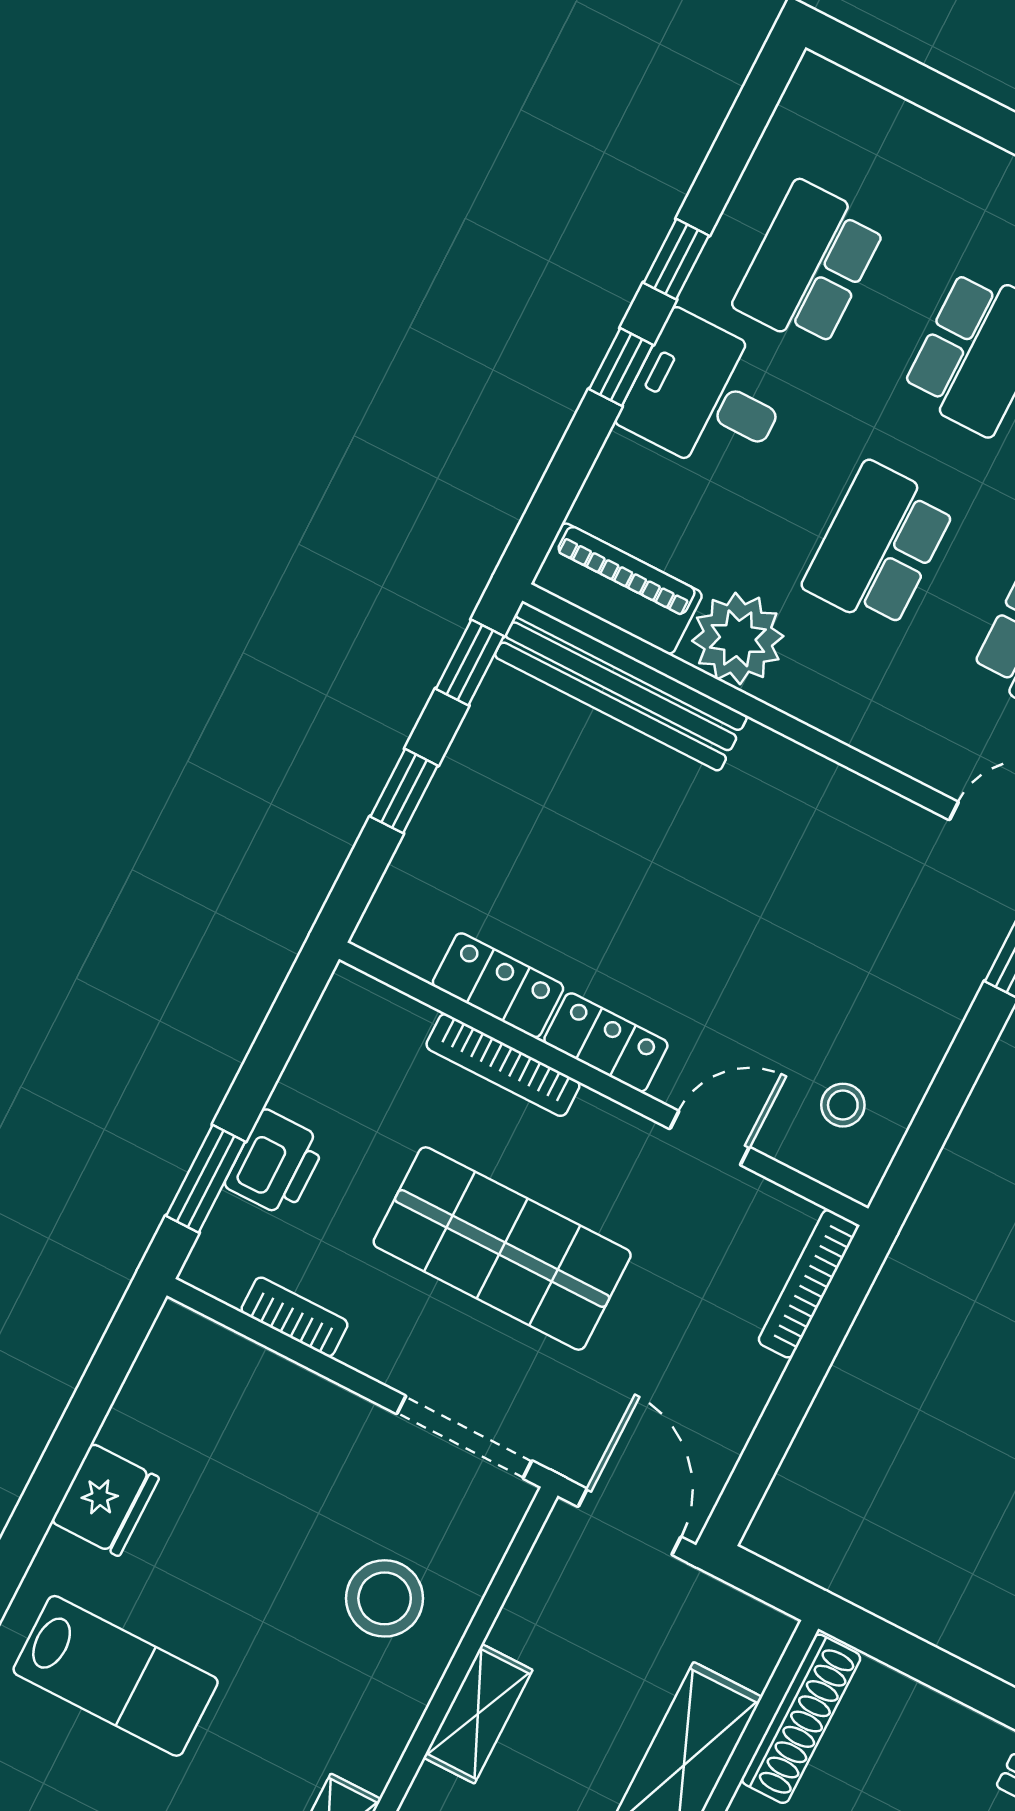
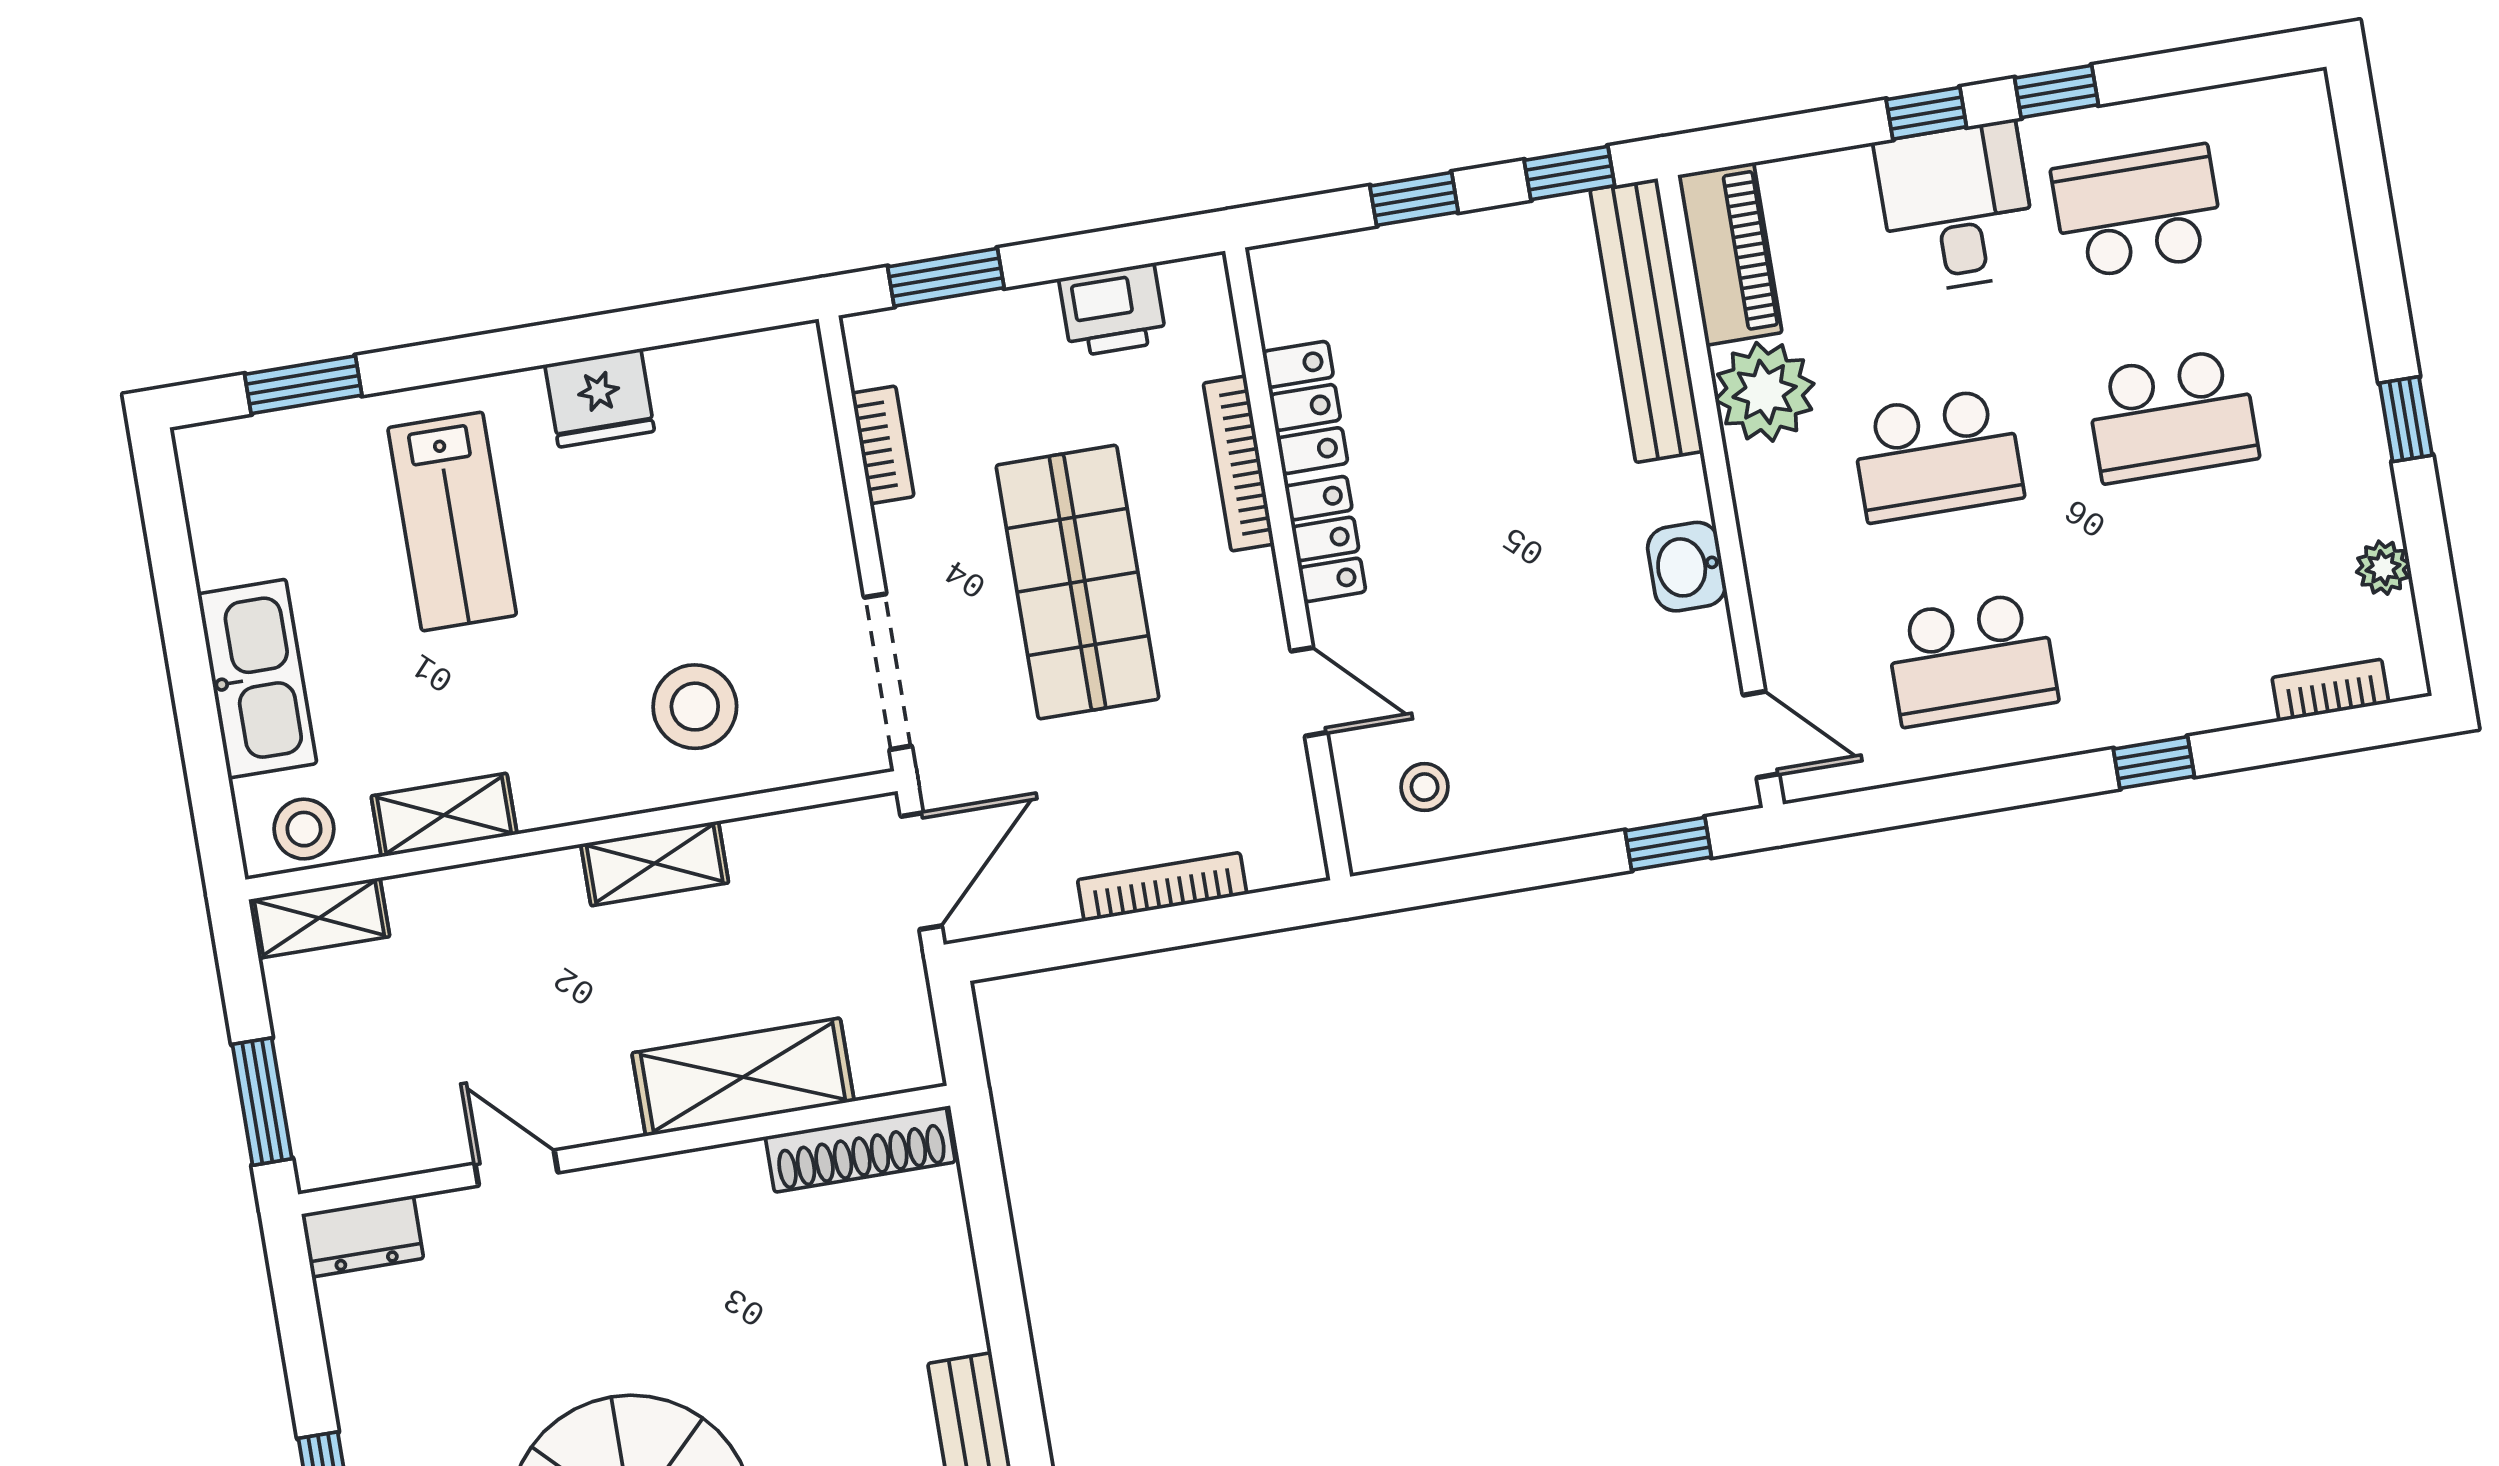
school desk: (879, 546) -> (1937, 455), turned 180
washbasin: (824, 791) -> (1687, 567), added
printer: (275, 1163) -> (1113, 310), moved
bookcase: (808, 1284) -> (1162, 887), moved

